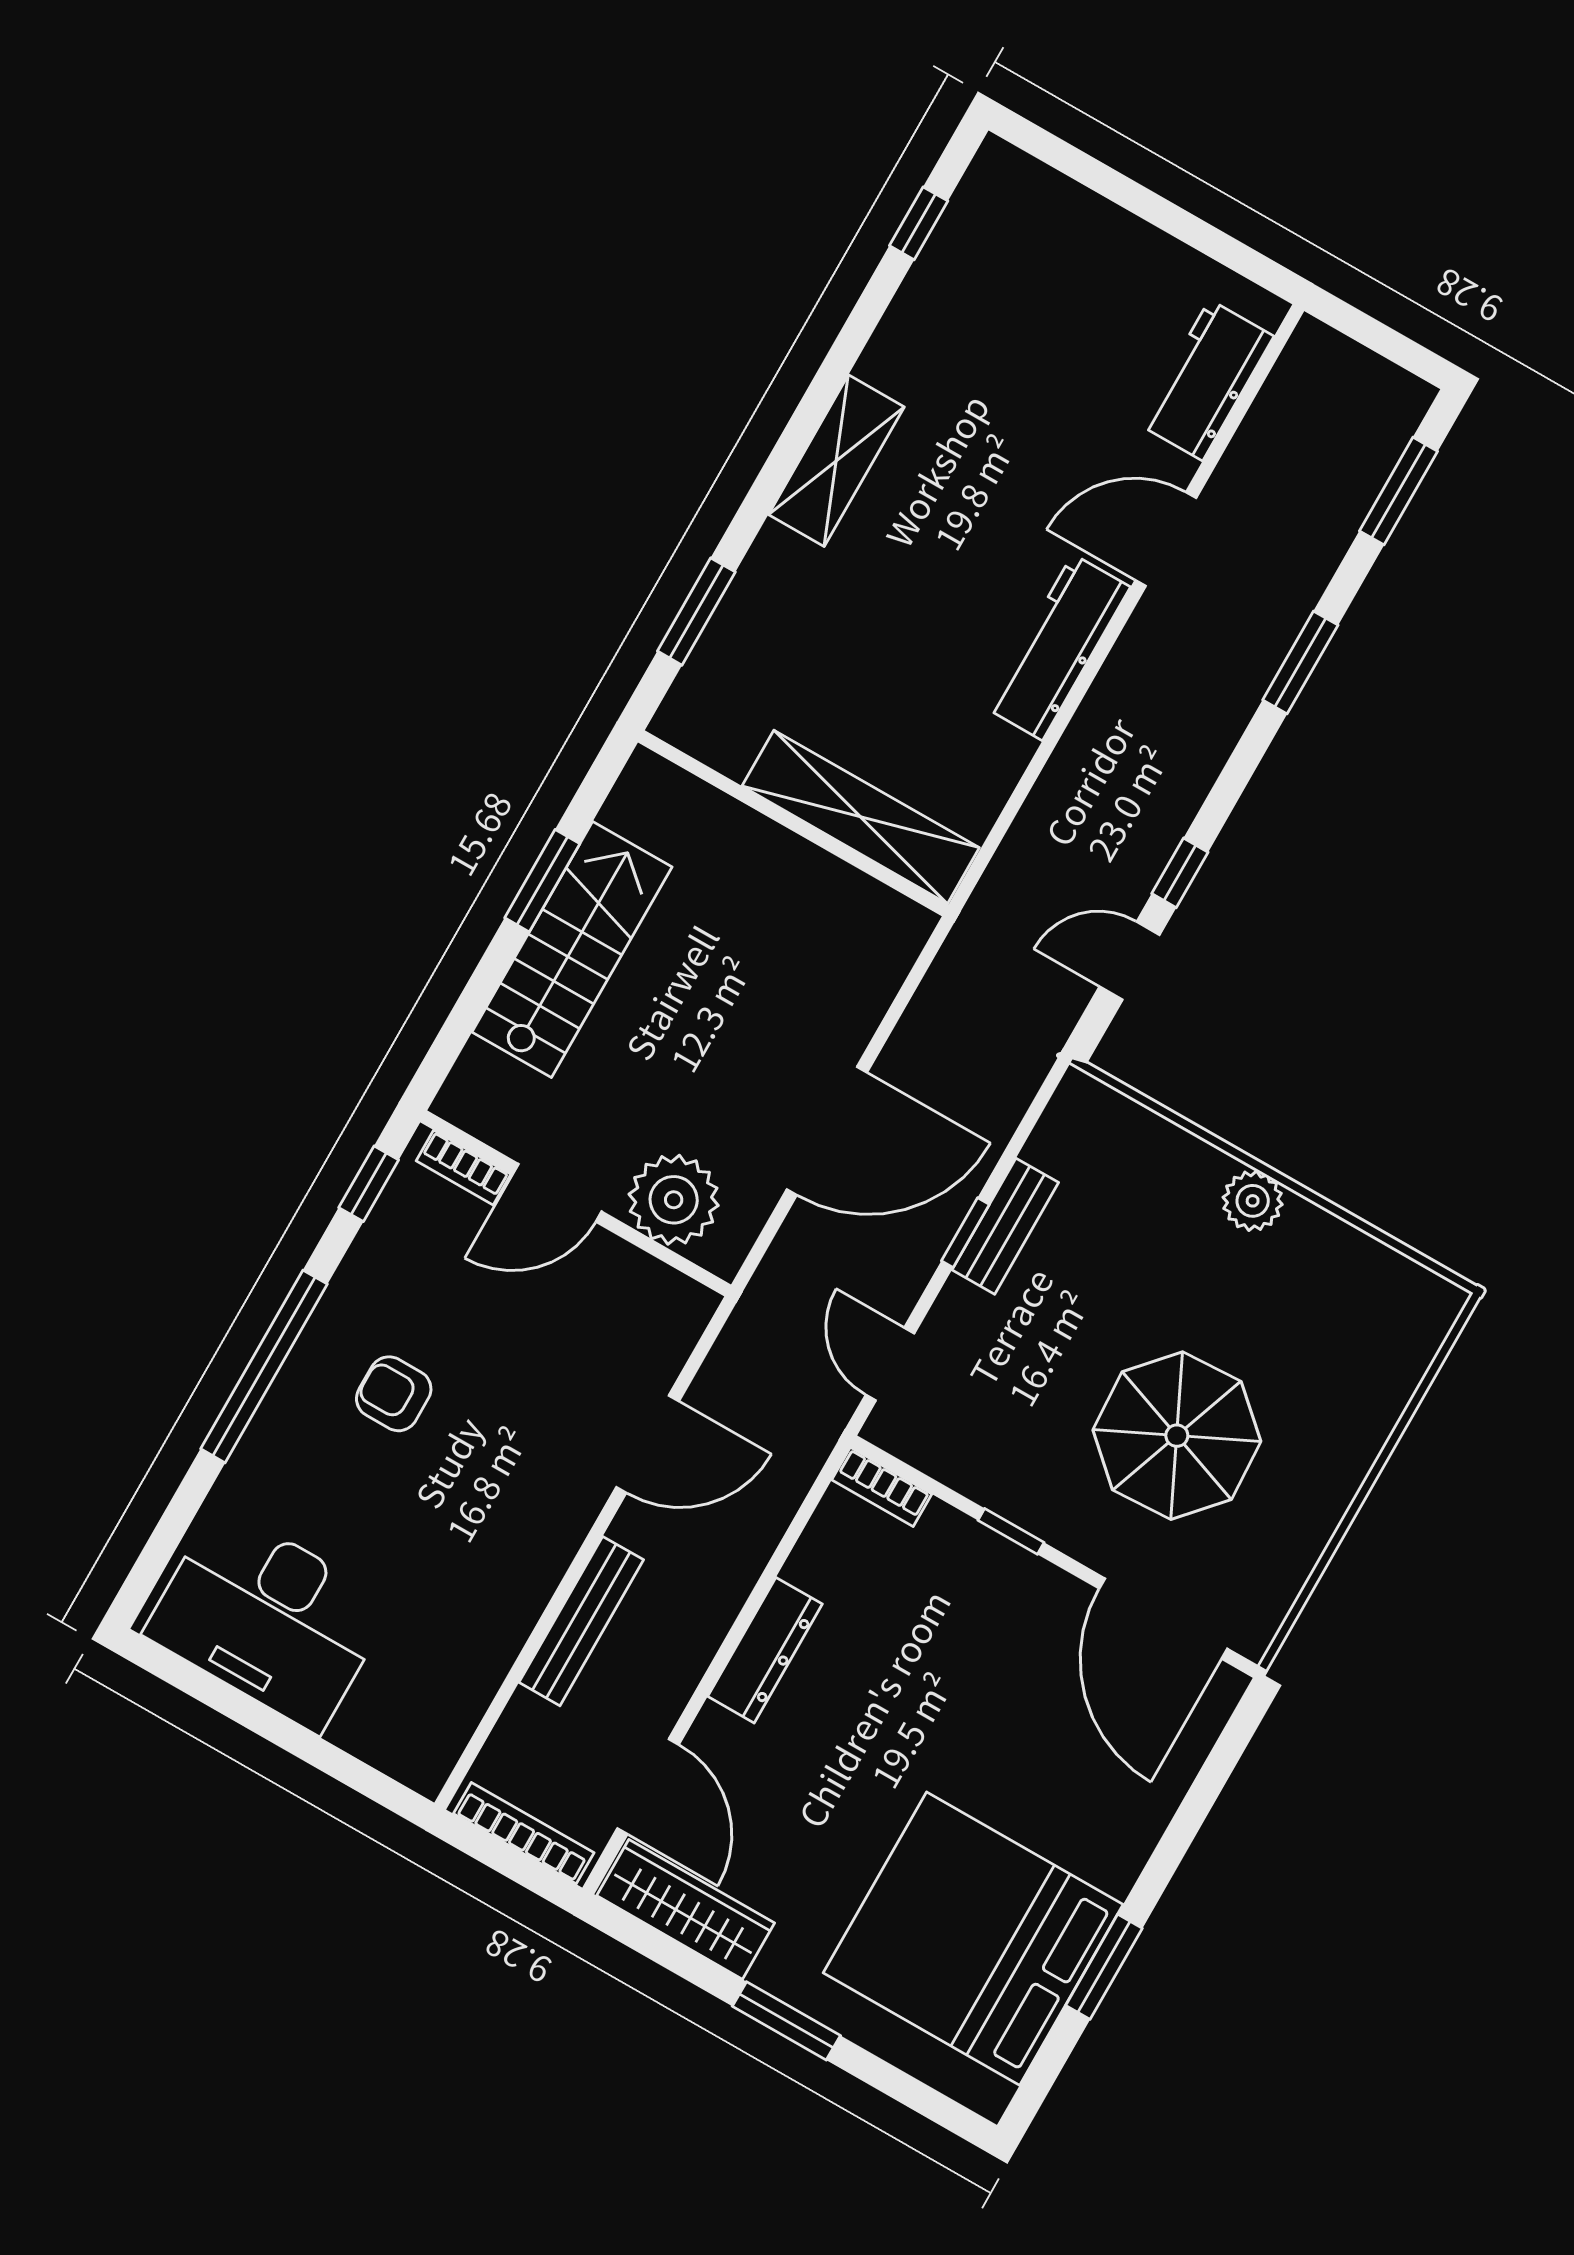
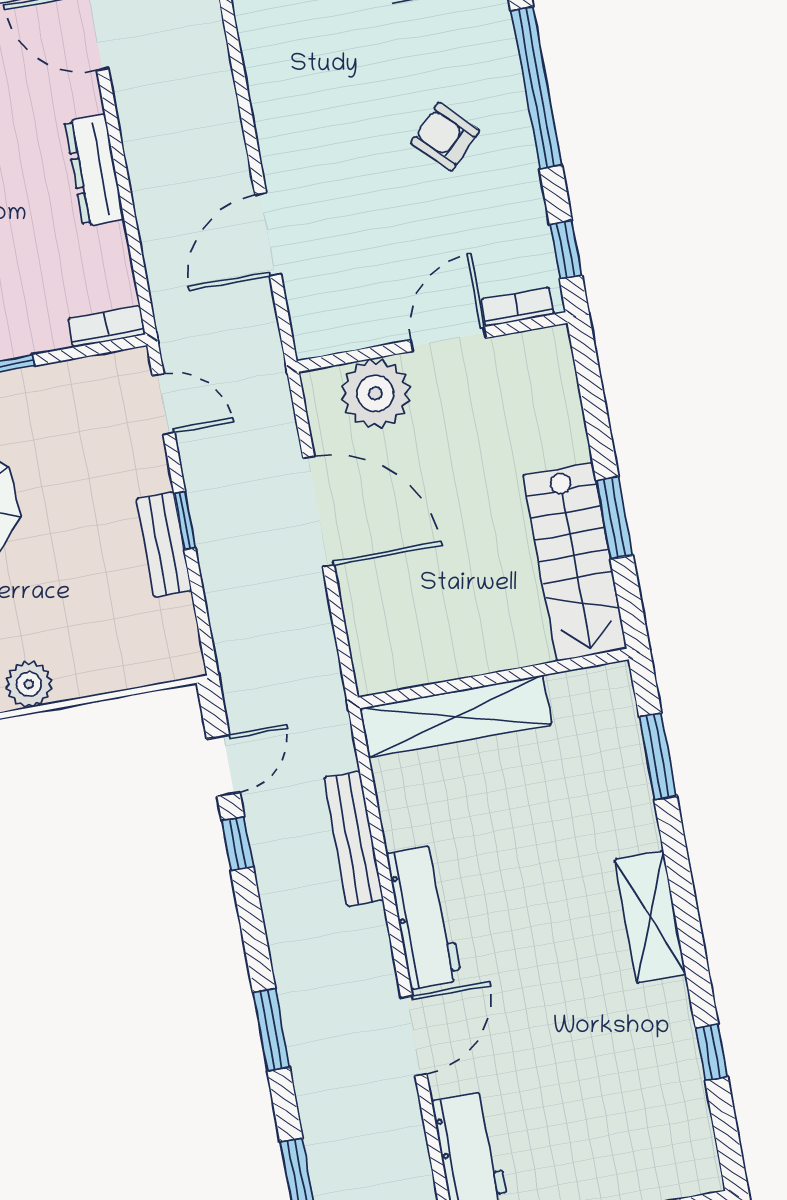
window: (919, 223) -> (712, 1052), moved
stairs: (572, 950) -> (575, 562), moved
door: (827, 1131) -> (318, 512), swing flipped
armchair: (394, 1394) -> (445, 137), turned -135
bench: (581, 1621) -> (354, 839), moved

